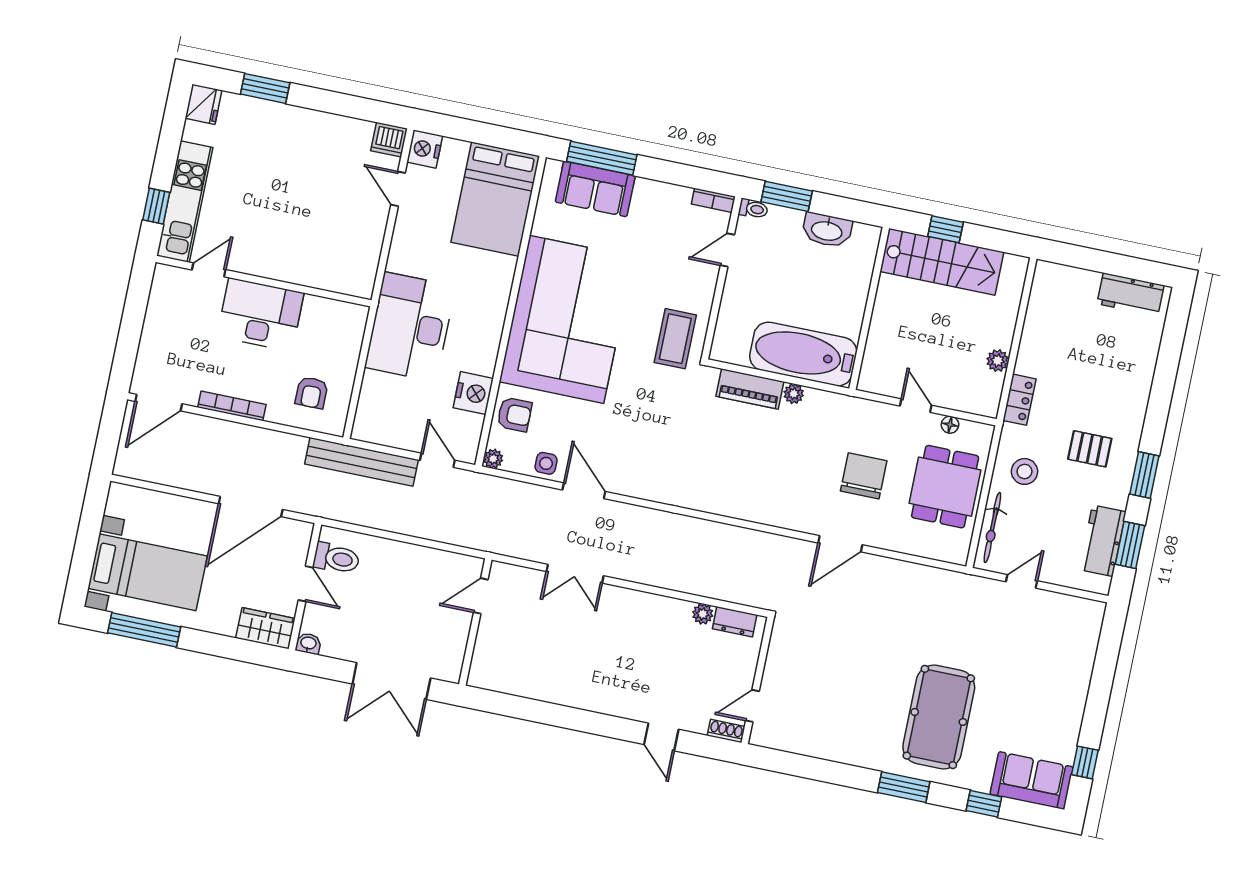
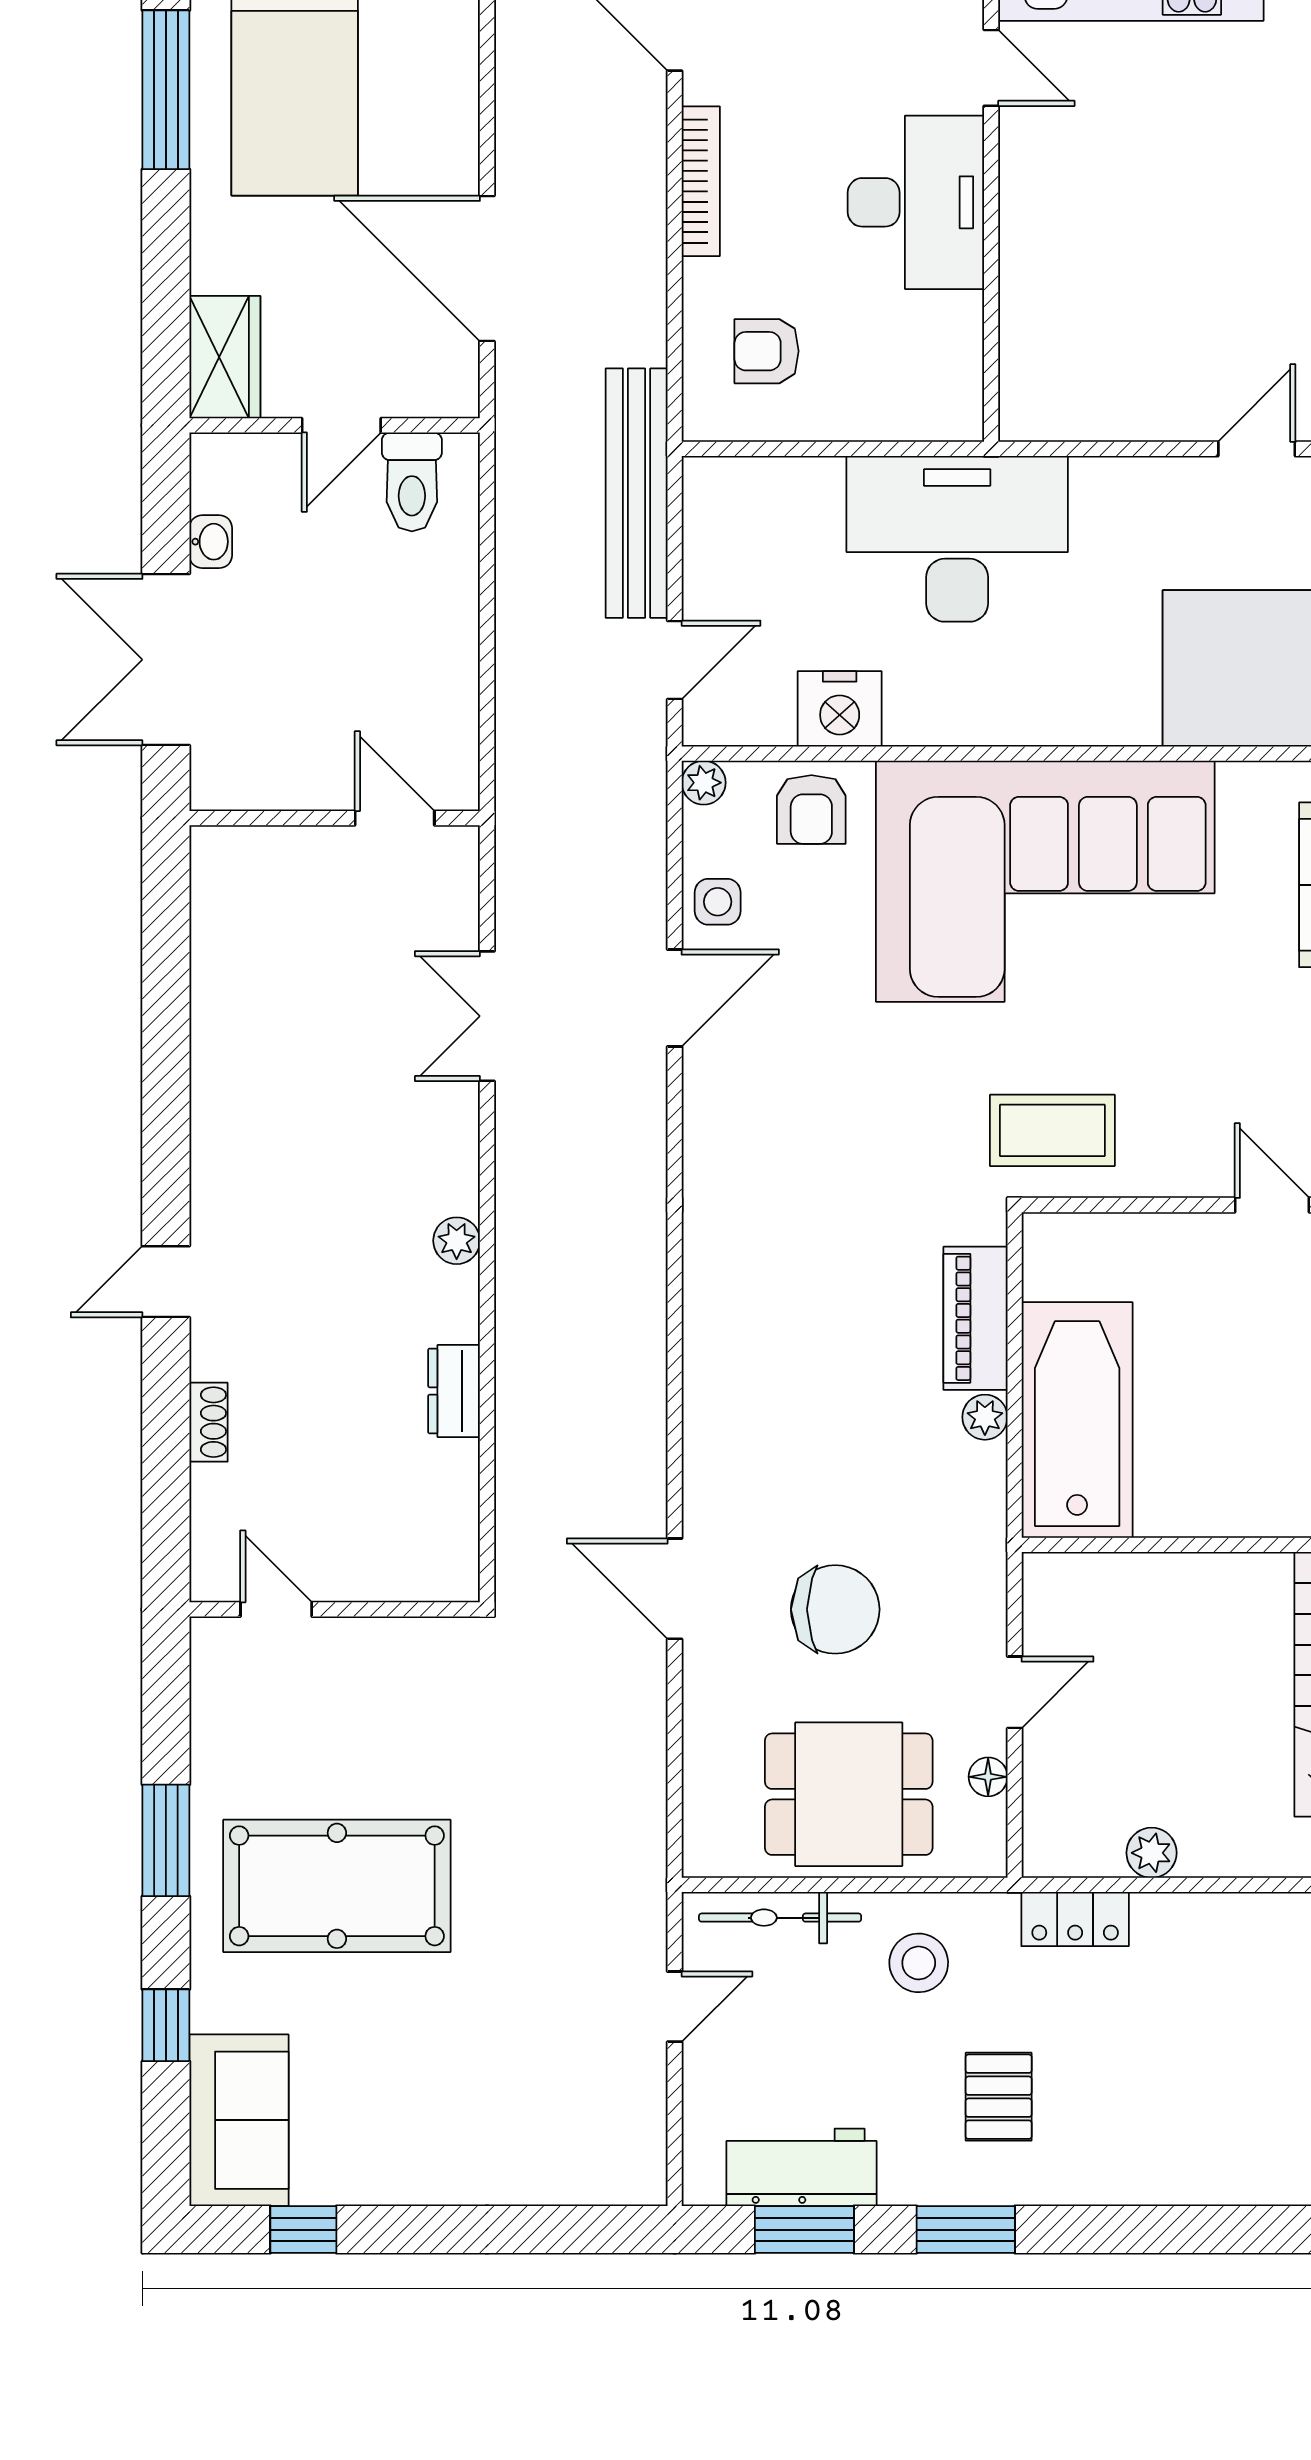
door: (1022, 581) -> (675, 2007), hinge flipped
plant: (703, 614) -> (457, 1241), moved
washbasin: (308, 644) -> (211, 542), moved
wall: (758, 680) -> (335, 1609), moved
door: (752, 706) -> (276, 1609), moved

